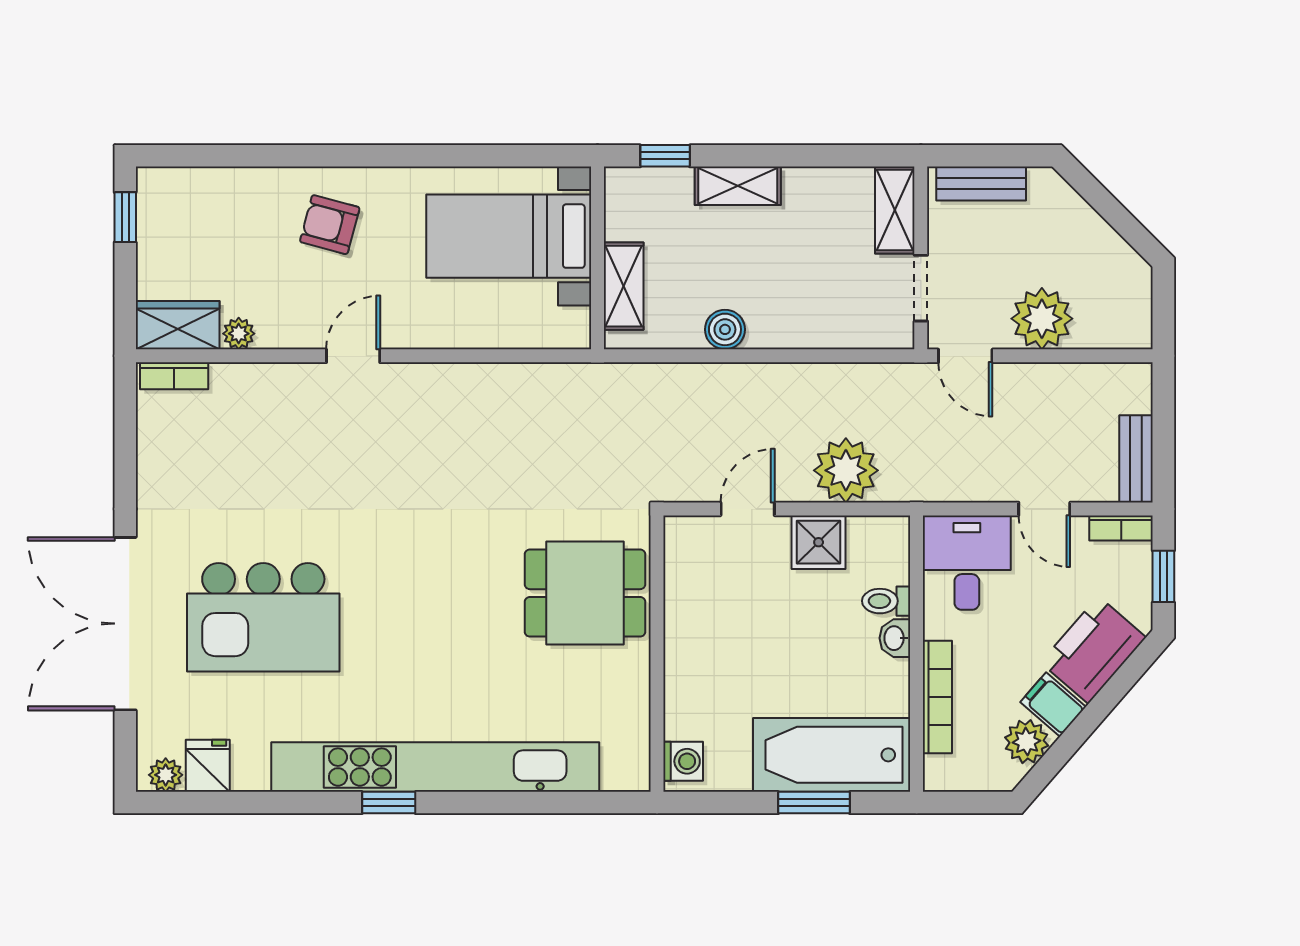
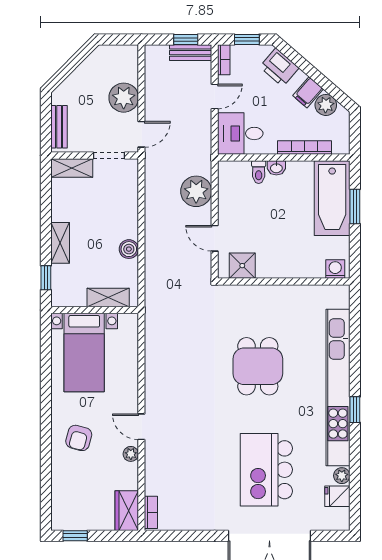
plant: (239, 334) -> (131, 454), moved
window: (1163, 449) -> (186, 40), added
shower: (819, 542) -> (242, 266), moved
dining table: (585, 593) -> (258, 366), moved
kitchen island: (263, 617) -> (266, 470), turned 180
printer: (1093, 650) -> (279, 67), width x0.73, depth x0.84
plant: (166, 775) -> (342, 476), moved

